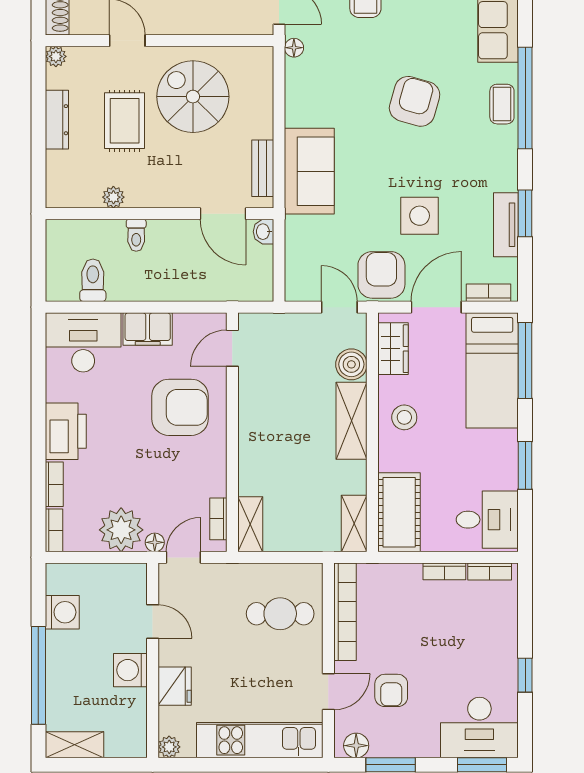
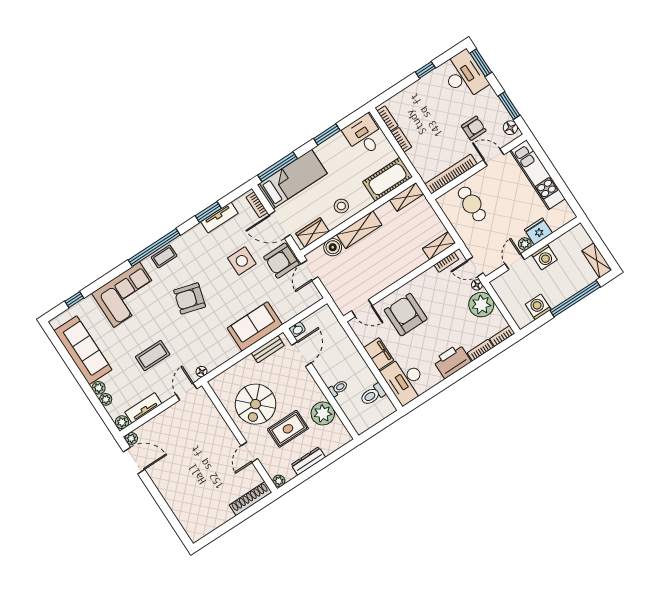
plant: (113, 197) -> (323, 413), width x1.87, depth x1.87
plant: (169, 747) -> (525, 244), moved

